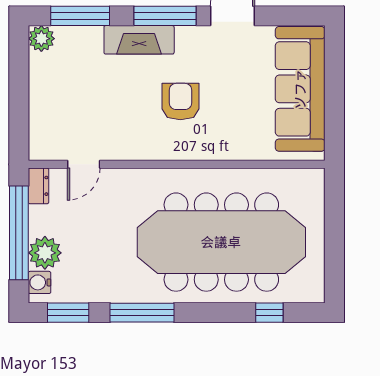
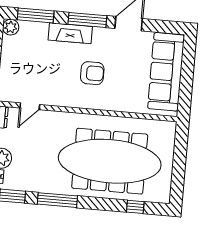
armchair: (180, 102) -> (92, 73), turned 90

